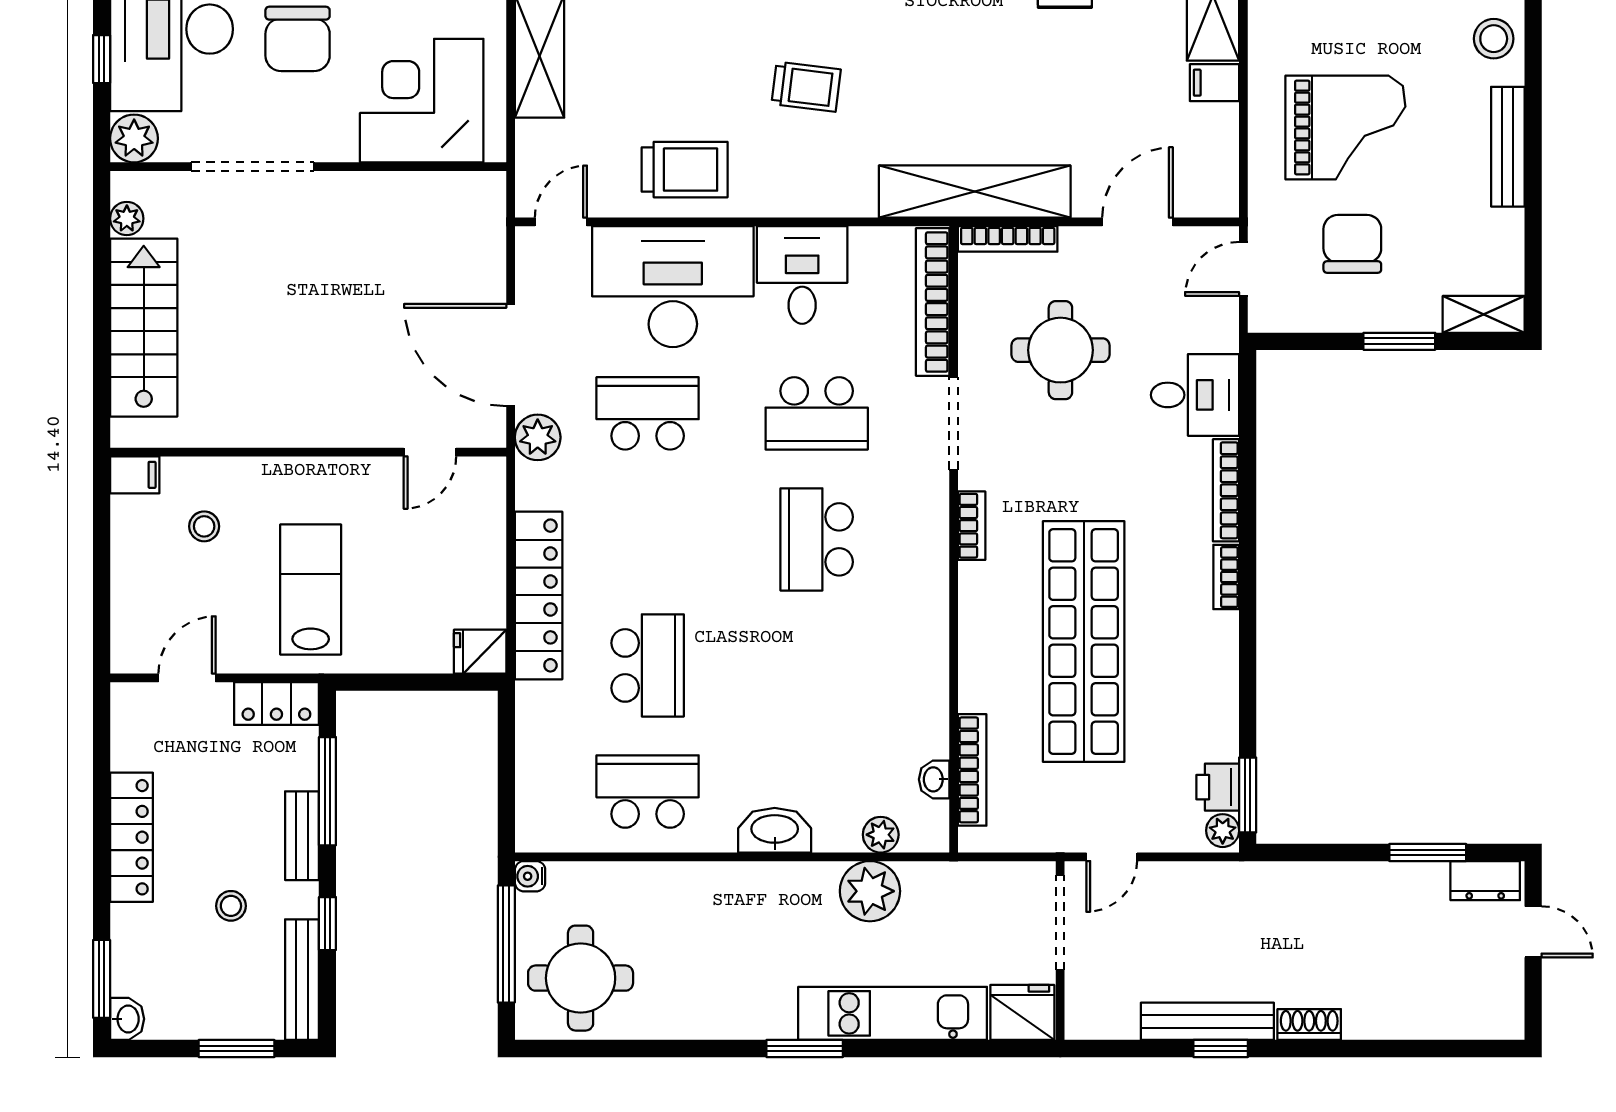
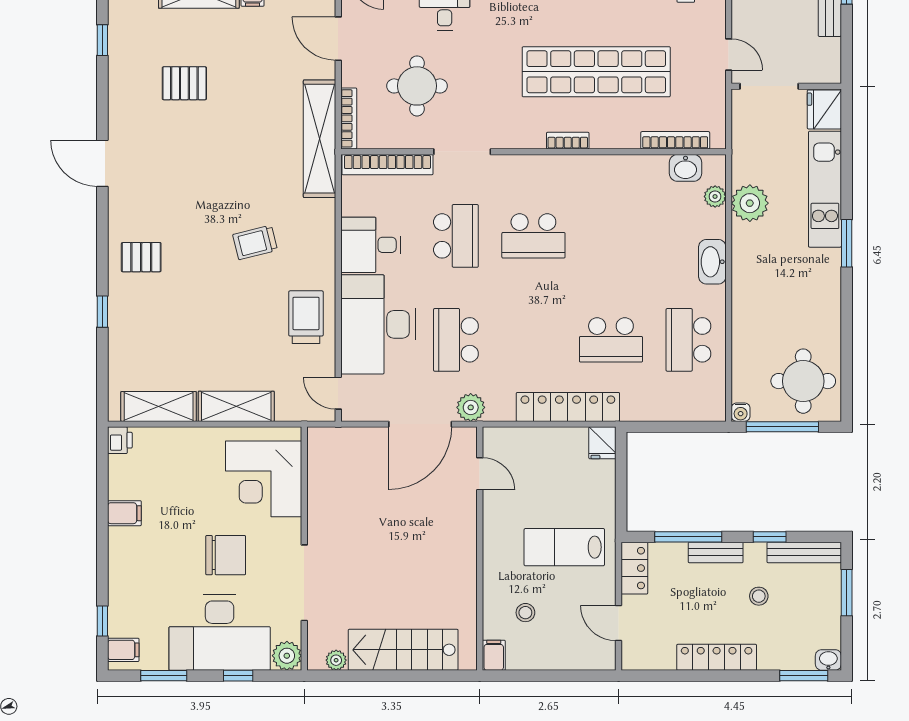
trolley: (806, 87) -> (255, 242), turned -111
bookcase: (972, 526) -> (568, 141), moved
school desk: (648, 665) -> (611, 340), turned 180
washbasin: (934, 779) -> (685, 168), width x1.38, depth x1.45

